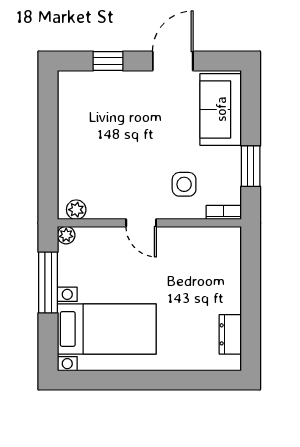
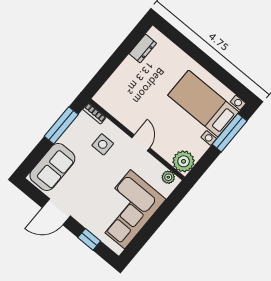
corner sofa: (92, 133) -> (128, 209), added
window: (251, 166) -> (61, 125), width x1.44
plant: (66, 235) -> (184, 161), width x1.88, depth x1.88
window: (48, 283) -> (230, 133), moved

